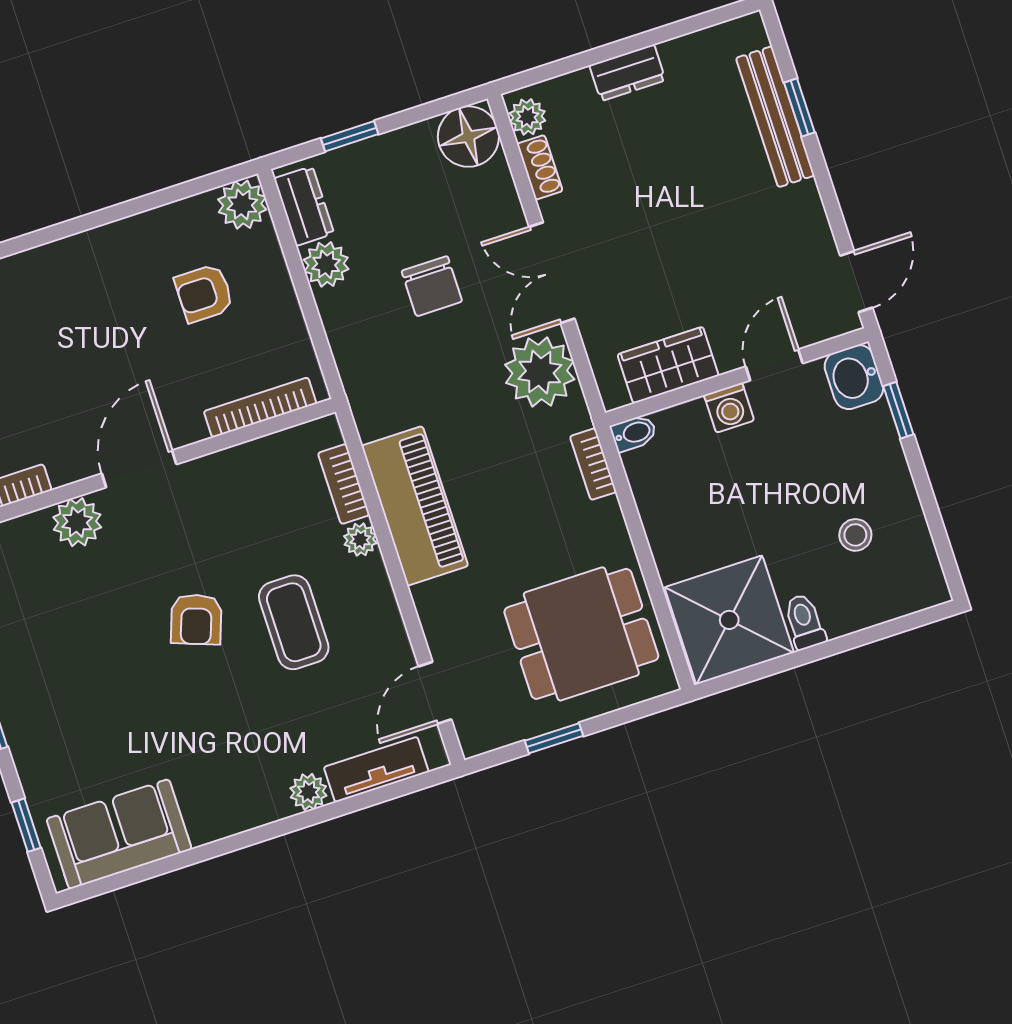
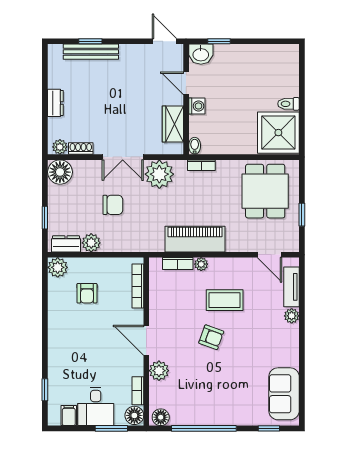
stool: (855, 535) -> (262, 73), removed

